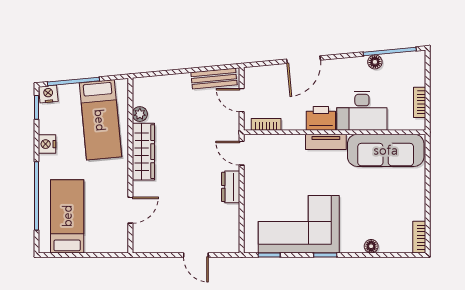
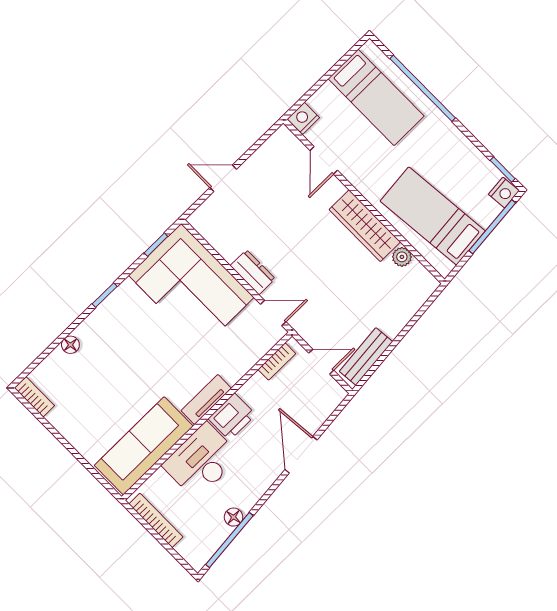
bookcase: (420, 102) -> (156, 520), width x1.56
nightstand: (47, 144) -> (303, 118), moved, turned -90
corner sofa: (299, 224) -> (191, 286), moved, turned 90

